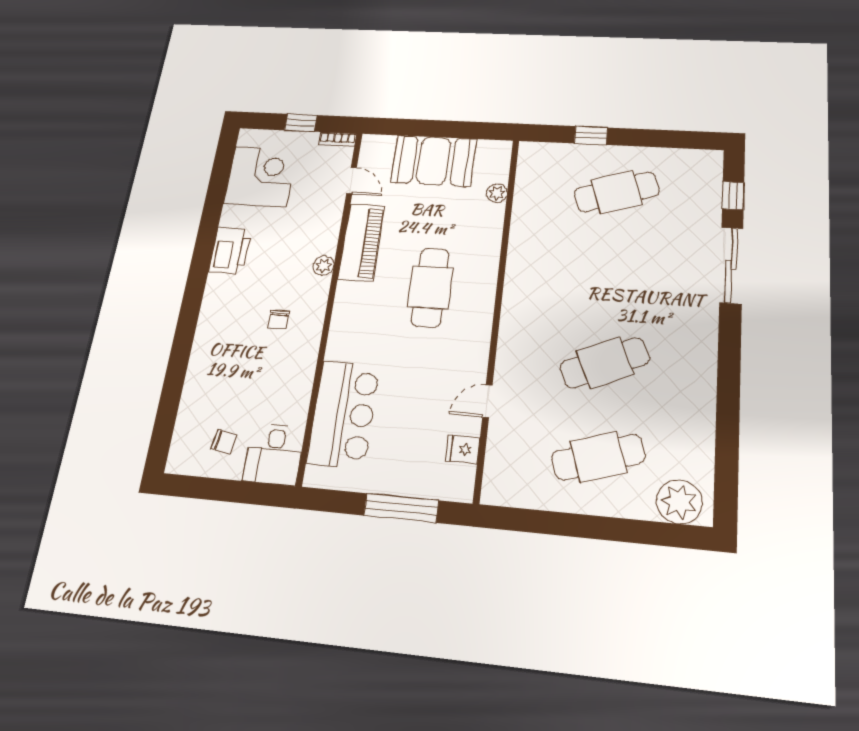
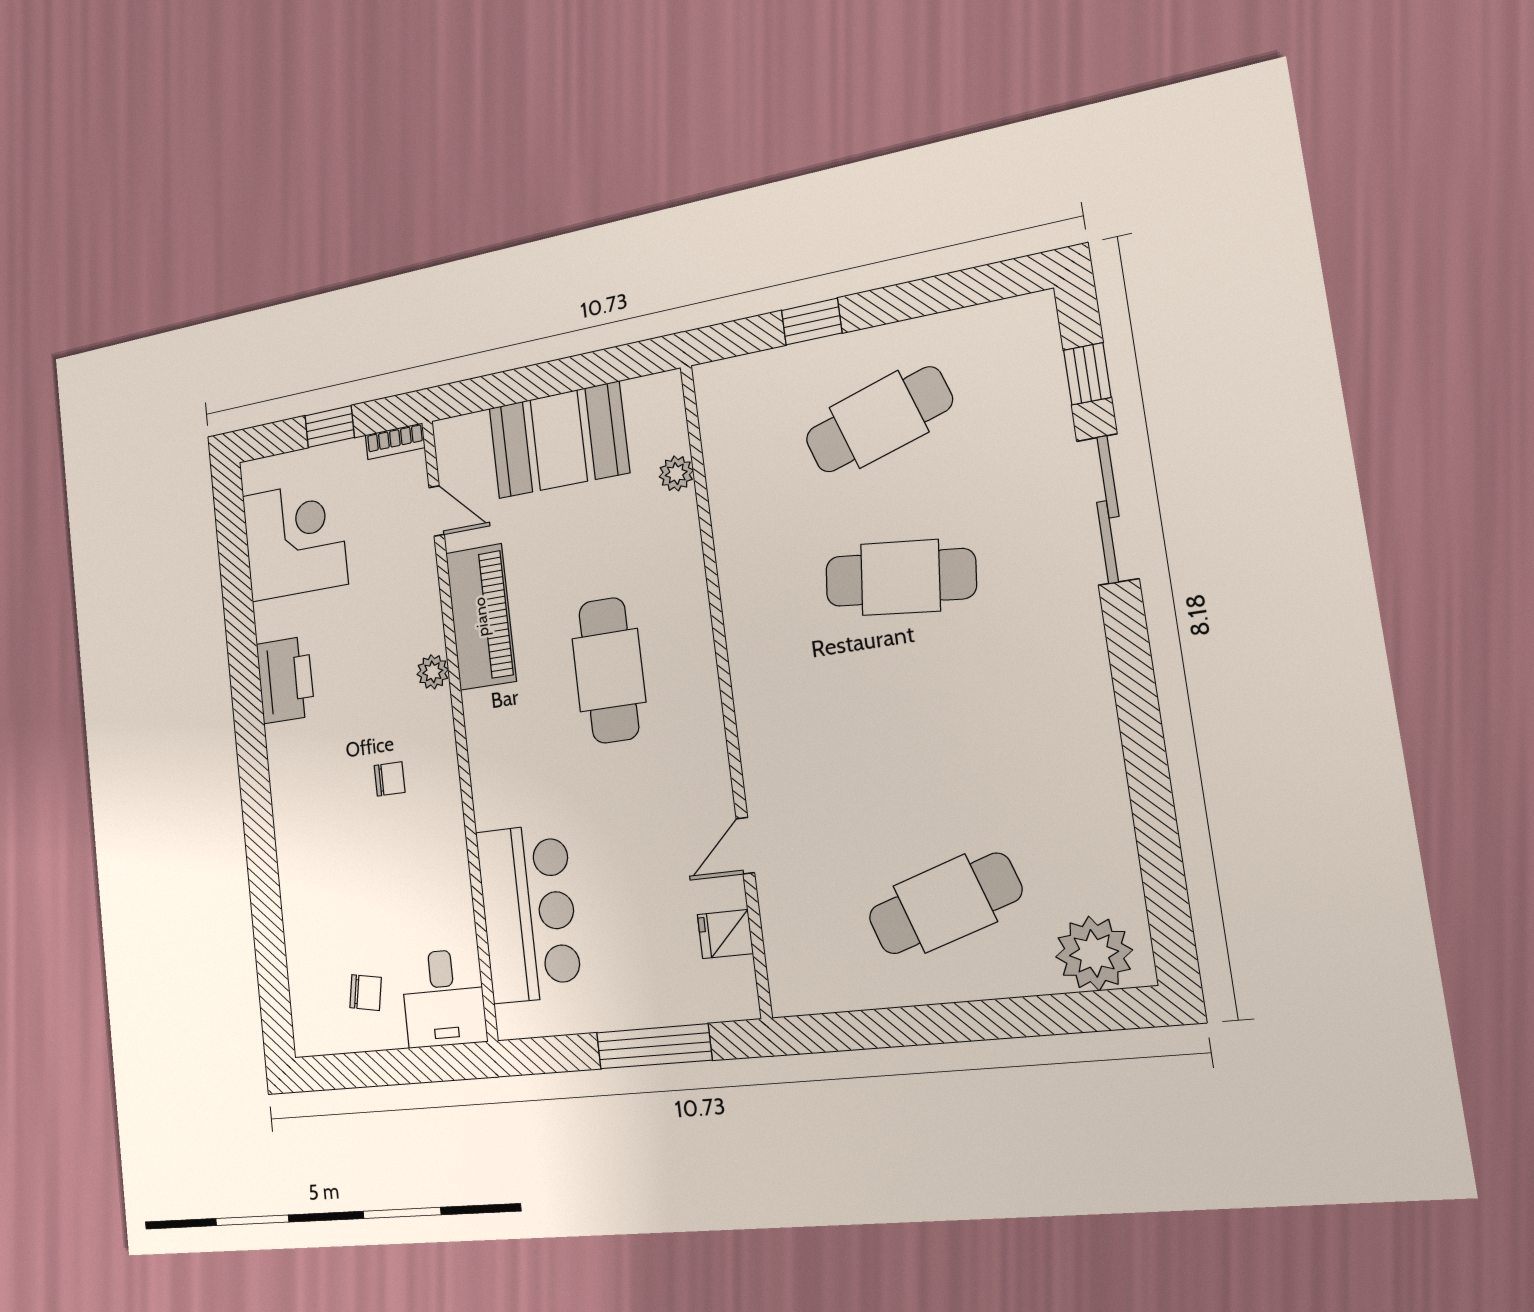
chair: (278, 320) -> (390, 779), turned -90
cafe table: (605, 363) -> (900, 577), moved, turned 30

